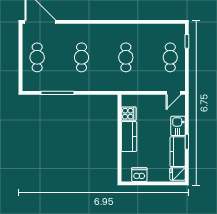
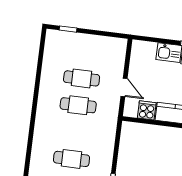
cafe table: (170, 57) -> (82, 78), moved
door: (174, 93) -> (124, 87), moved

